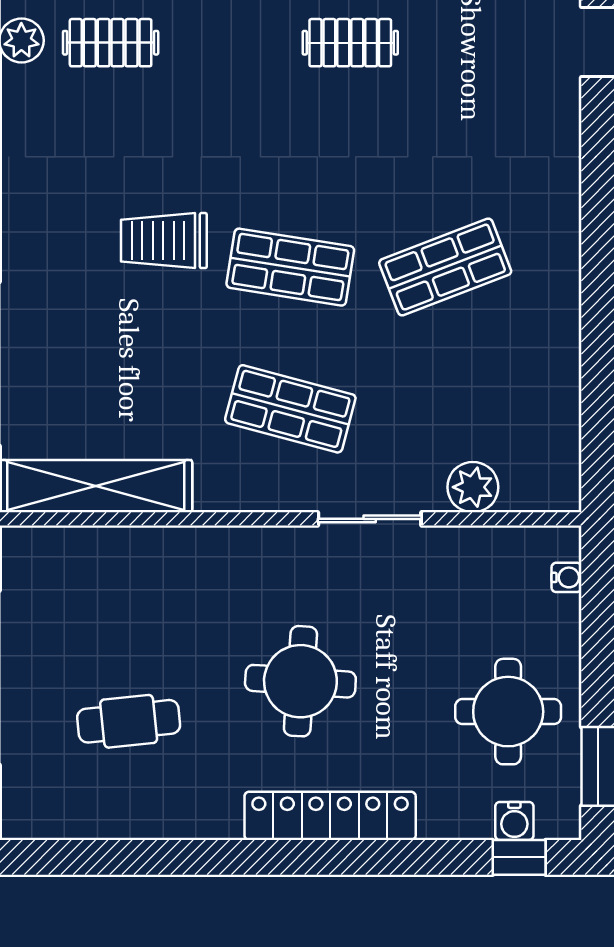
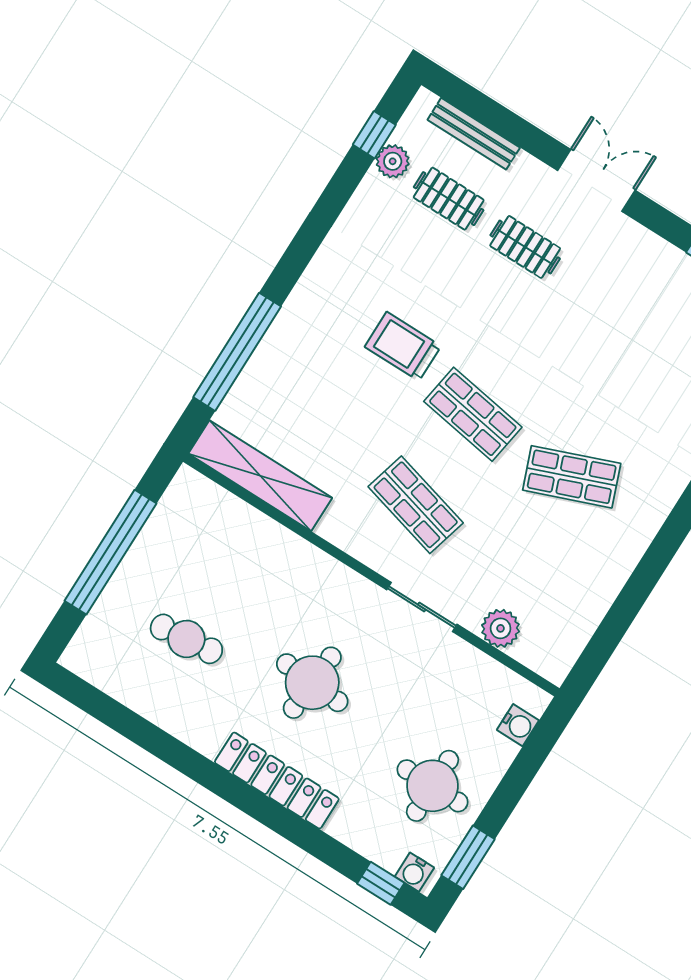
clothes rail: (350, 43) -> (525, 247), moved
water cooler: (566, 577) -> (518, 725), width x1.38, depth x1.38
water cooler: (514, 821) -> (414, 872), moved

